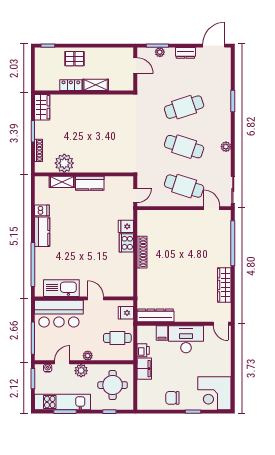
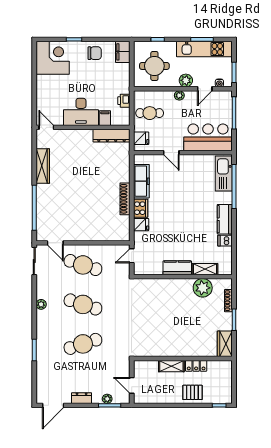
freezer: (126, 270) -> (141, 181), added
kitchen sink: (61, 288) -> (224, 174), moved, turned 90
filing cabinet: (144, 369) -> (123, 52), moved

